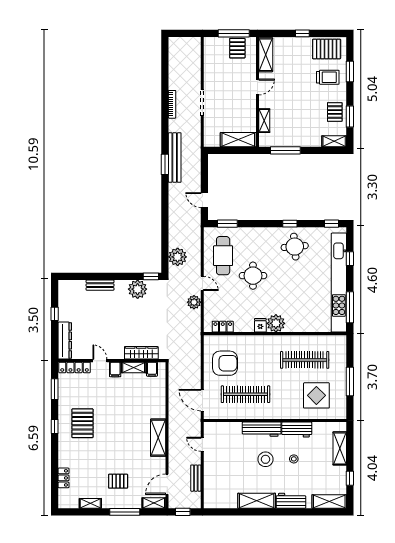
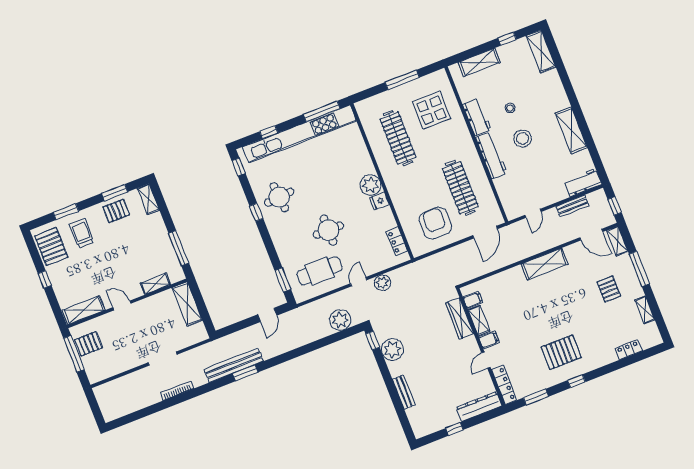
workbench: (291, 501) -> (583, 183), moved, turned 90

